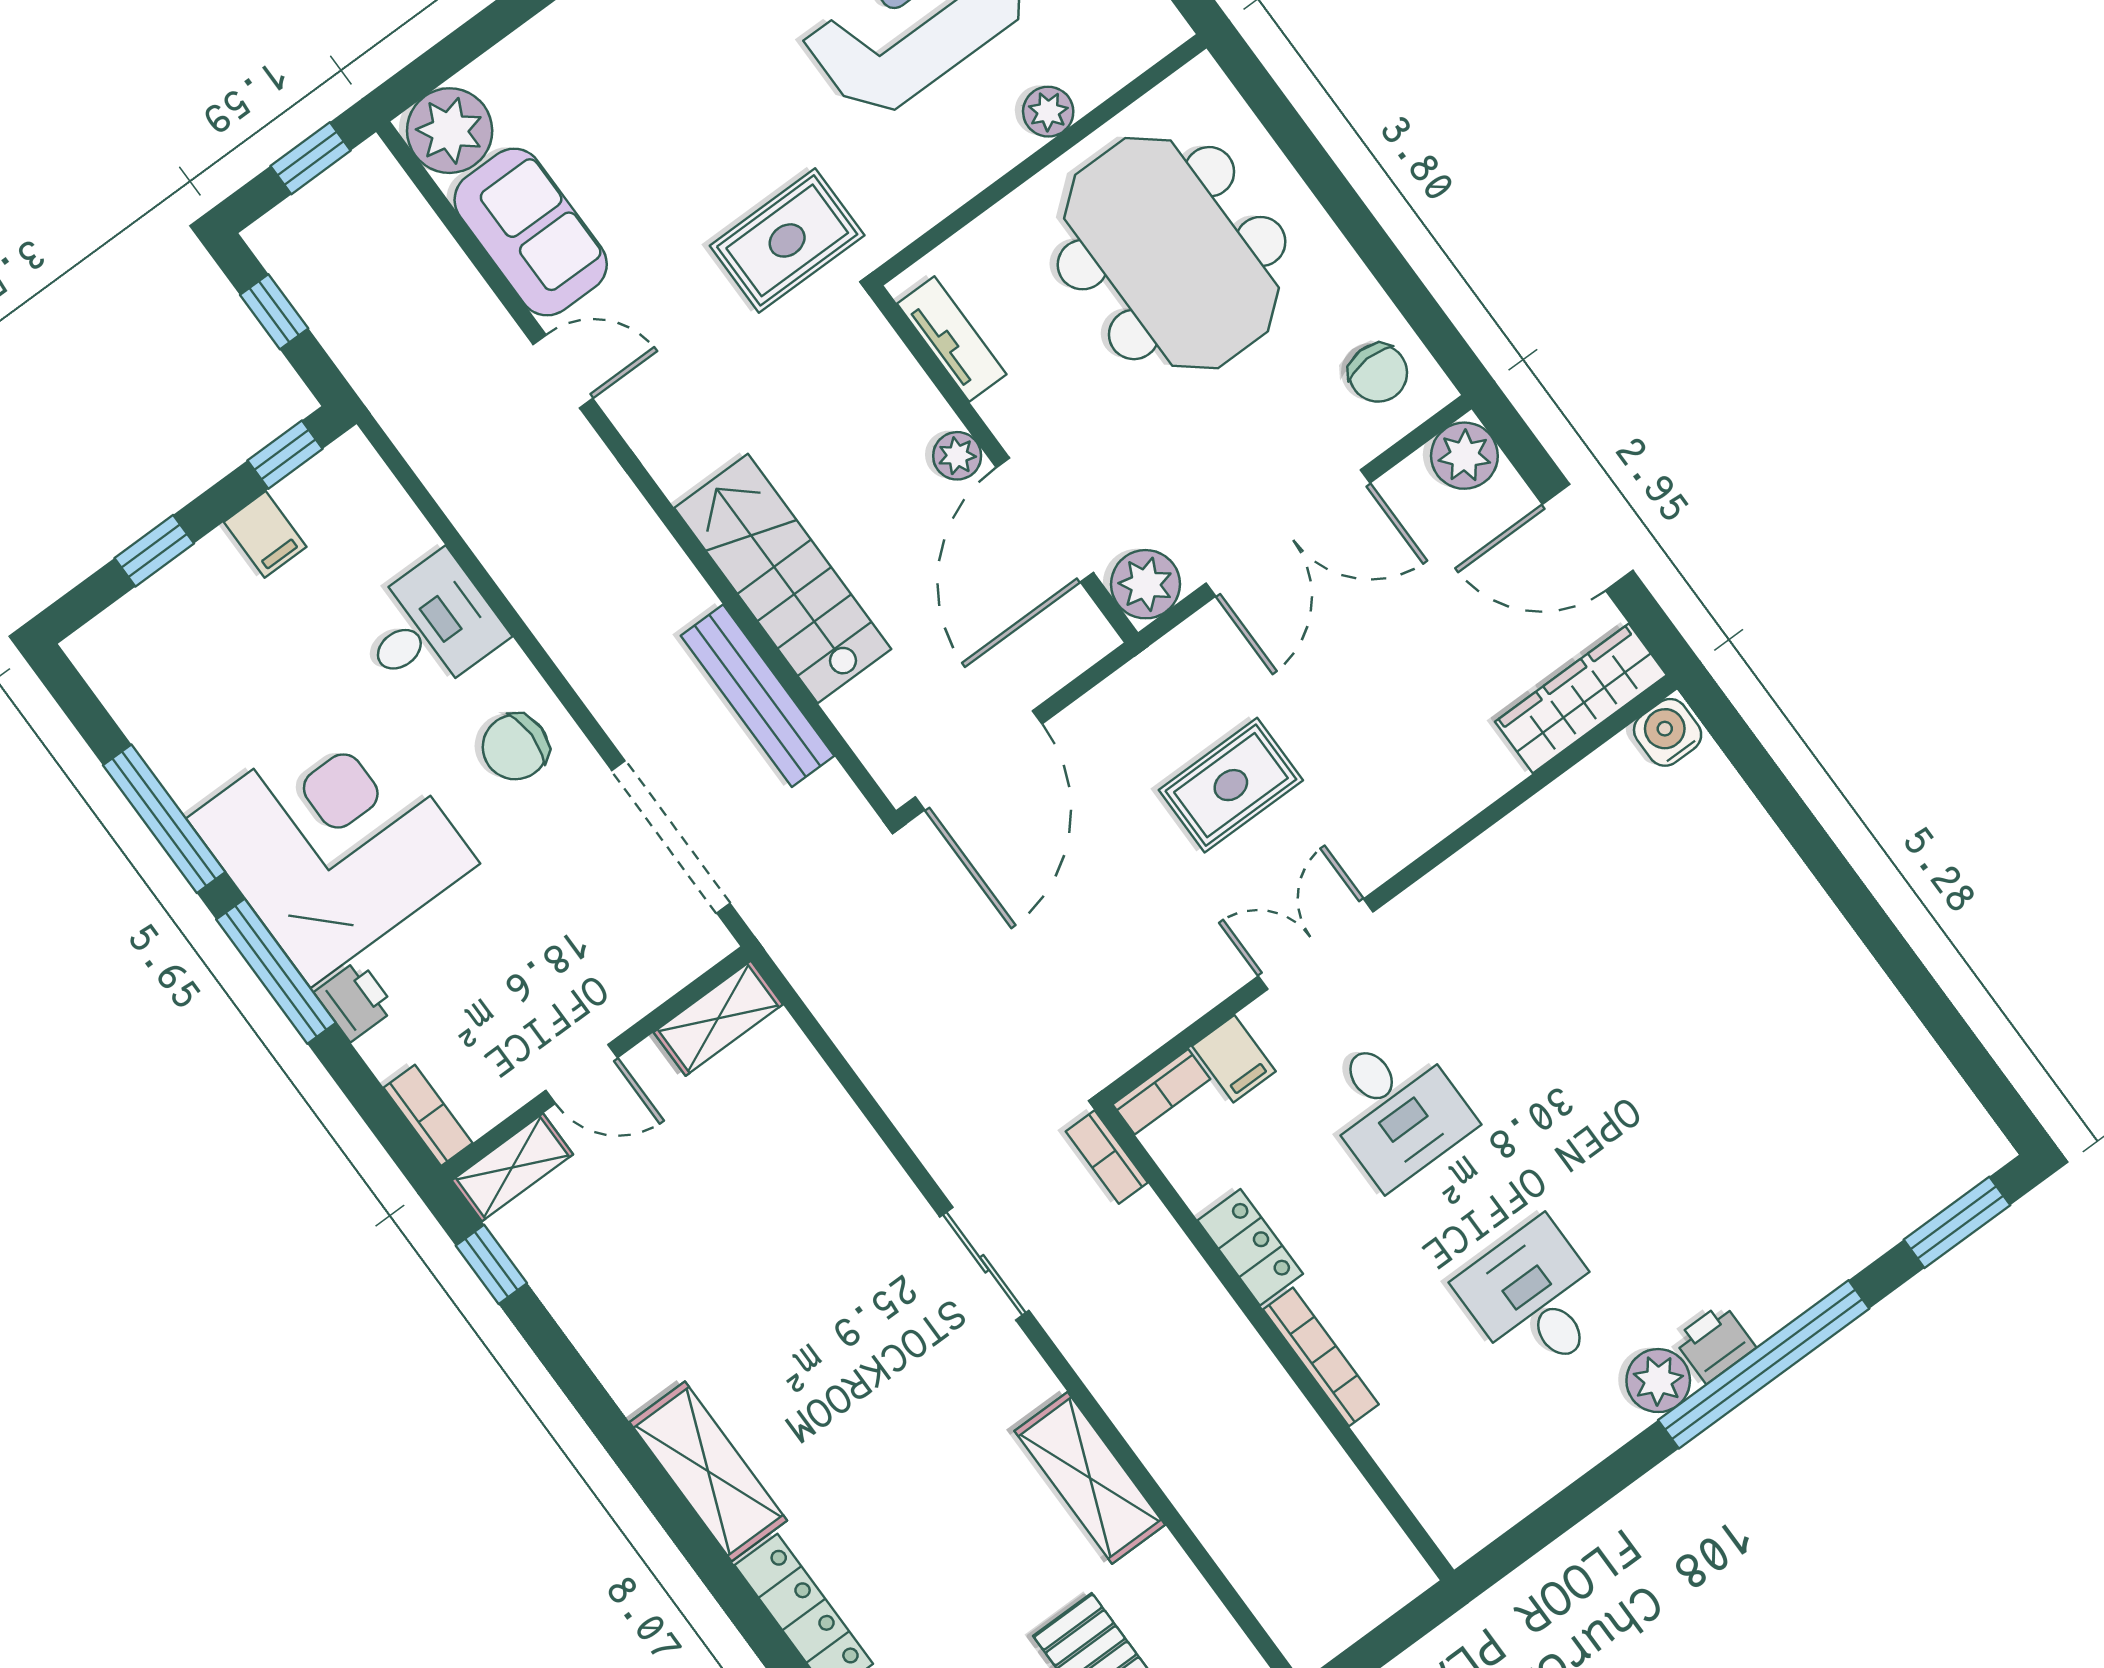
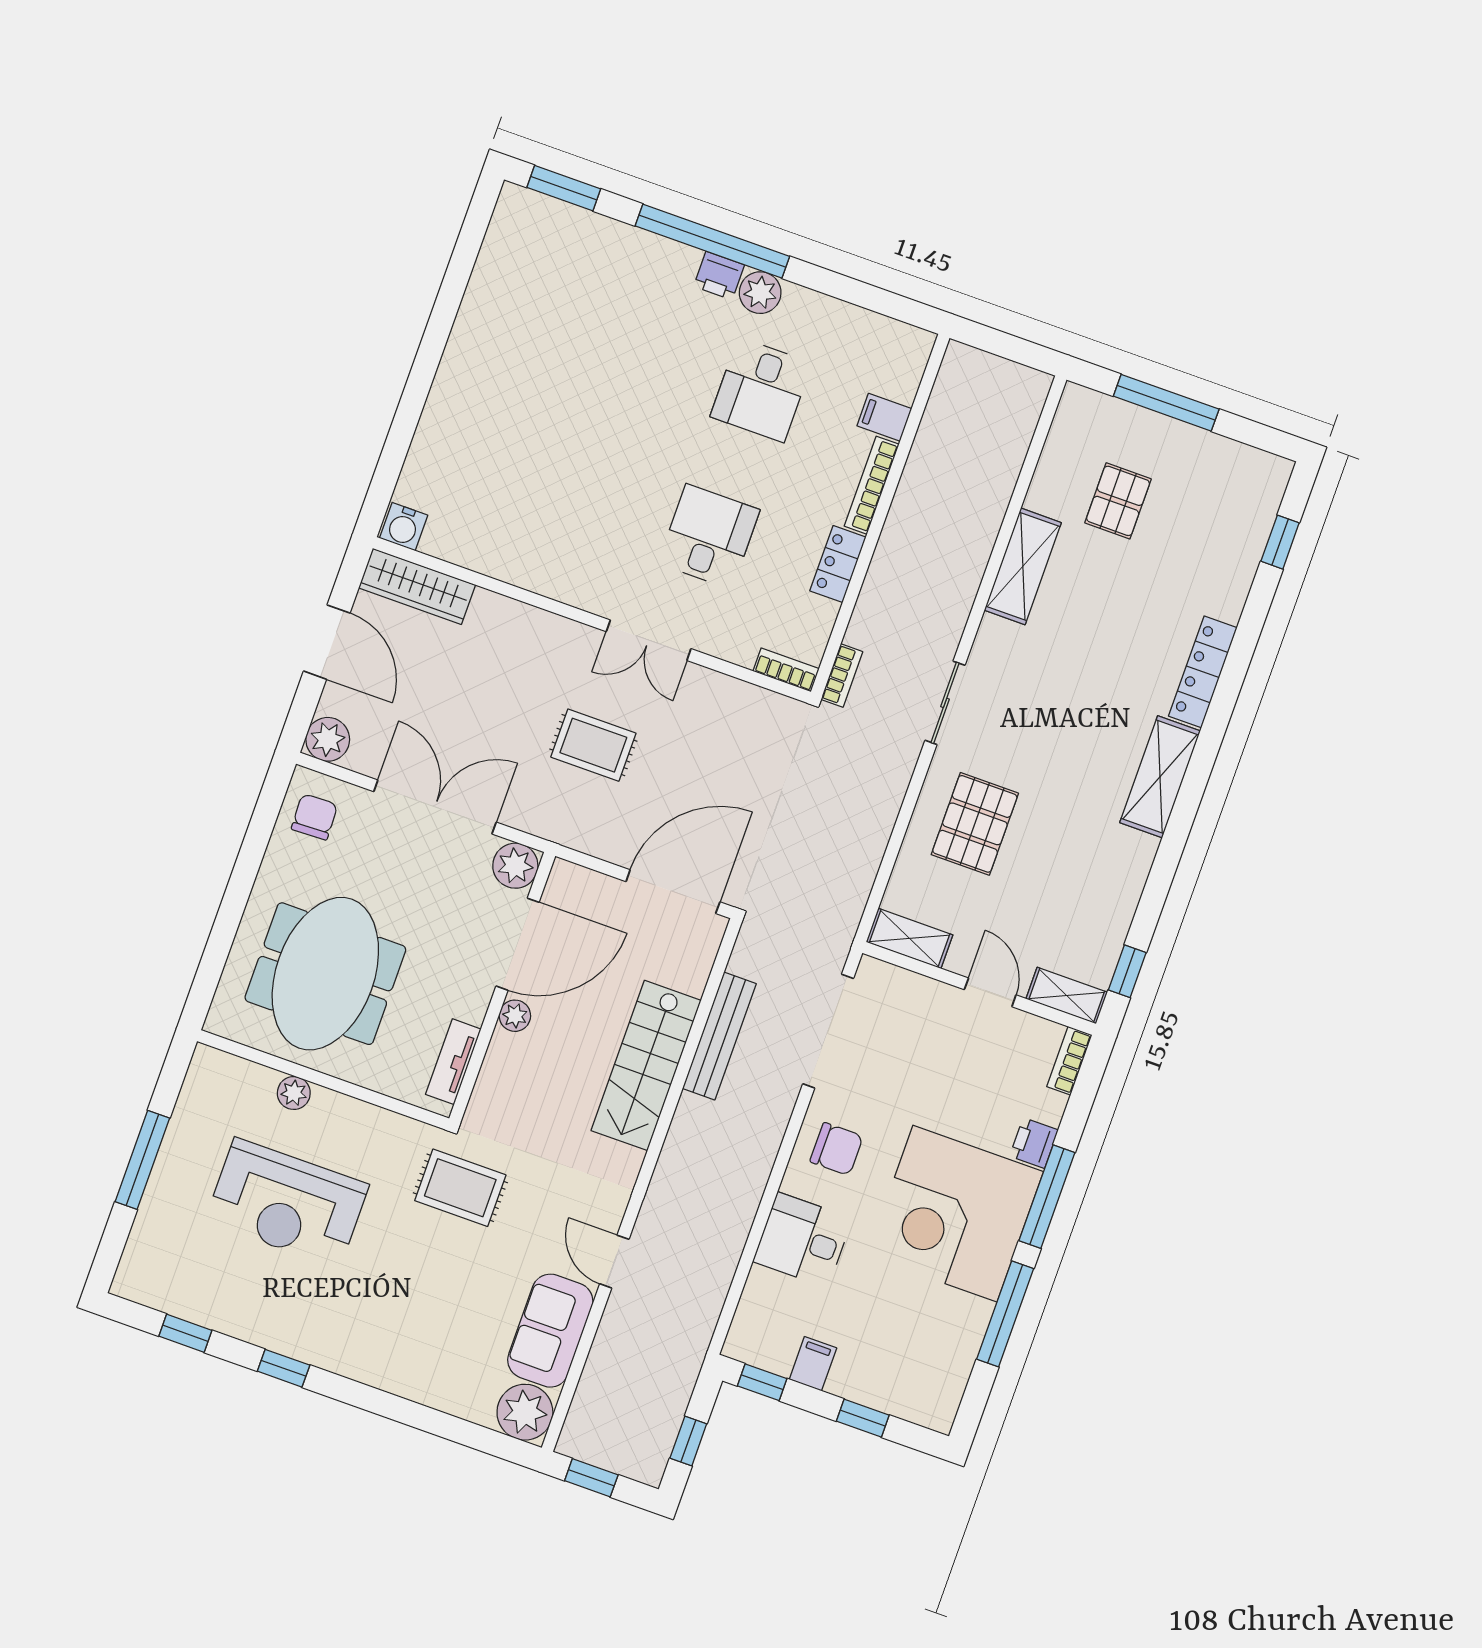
filing cabinet: (1234, 1059) -> (884, 417), moved, turned -90
pallet: (807, 1198) -> (975, 824), added

